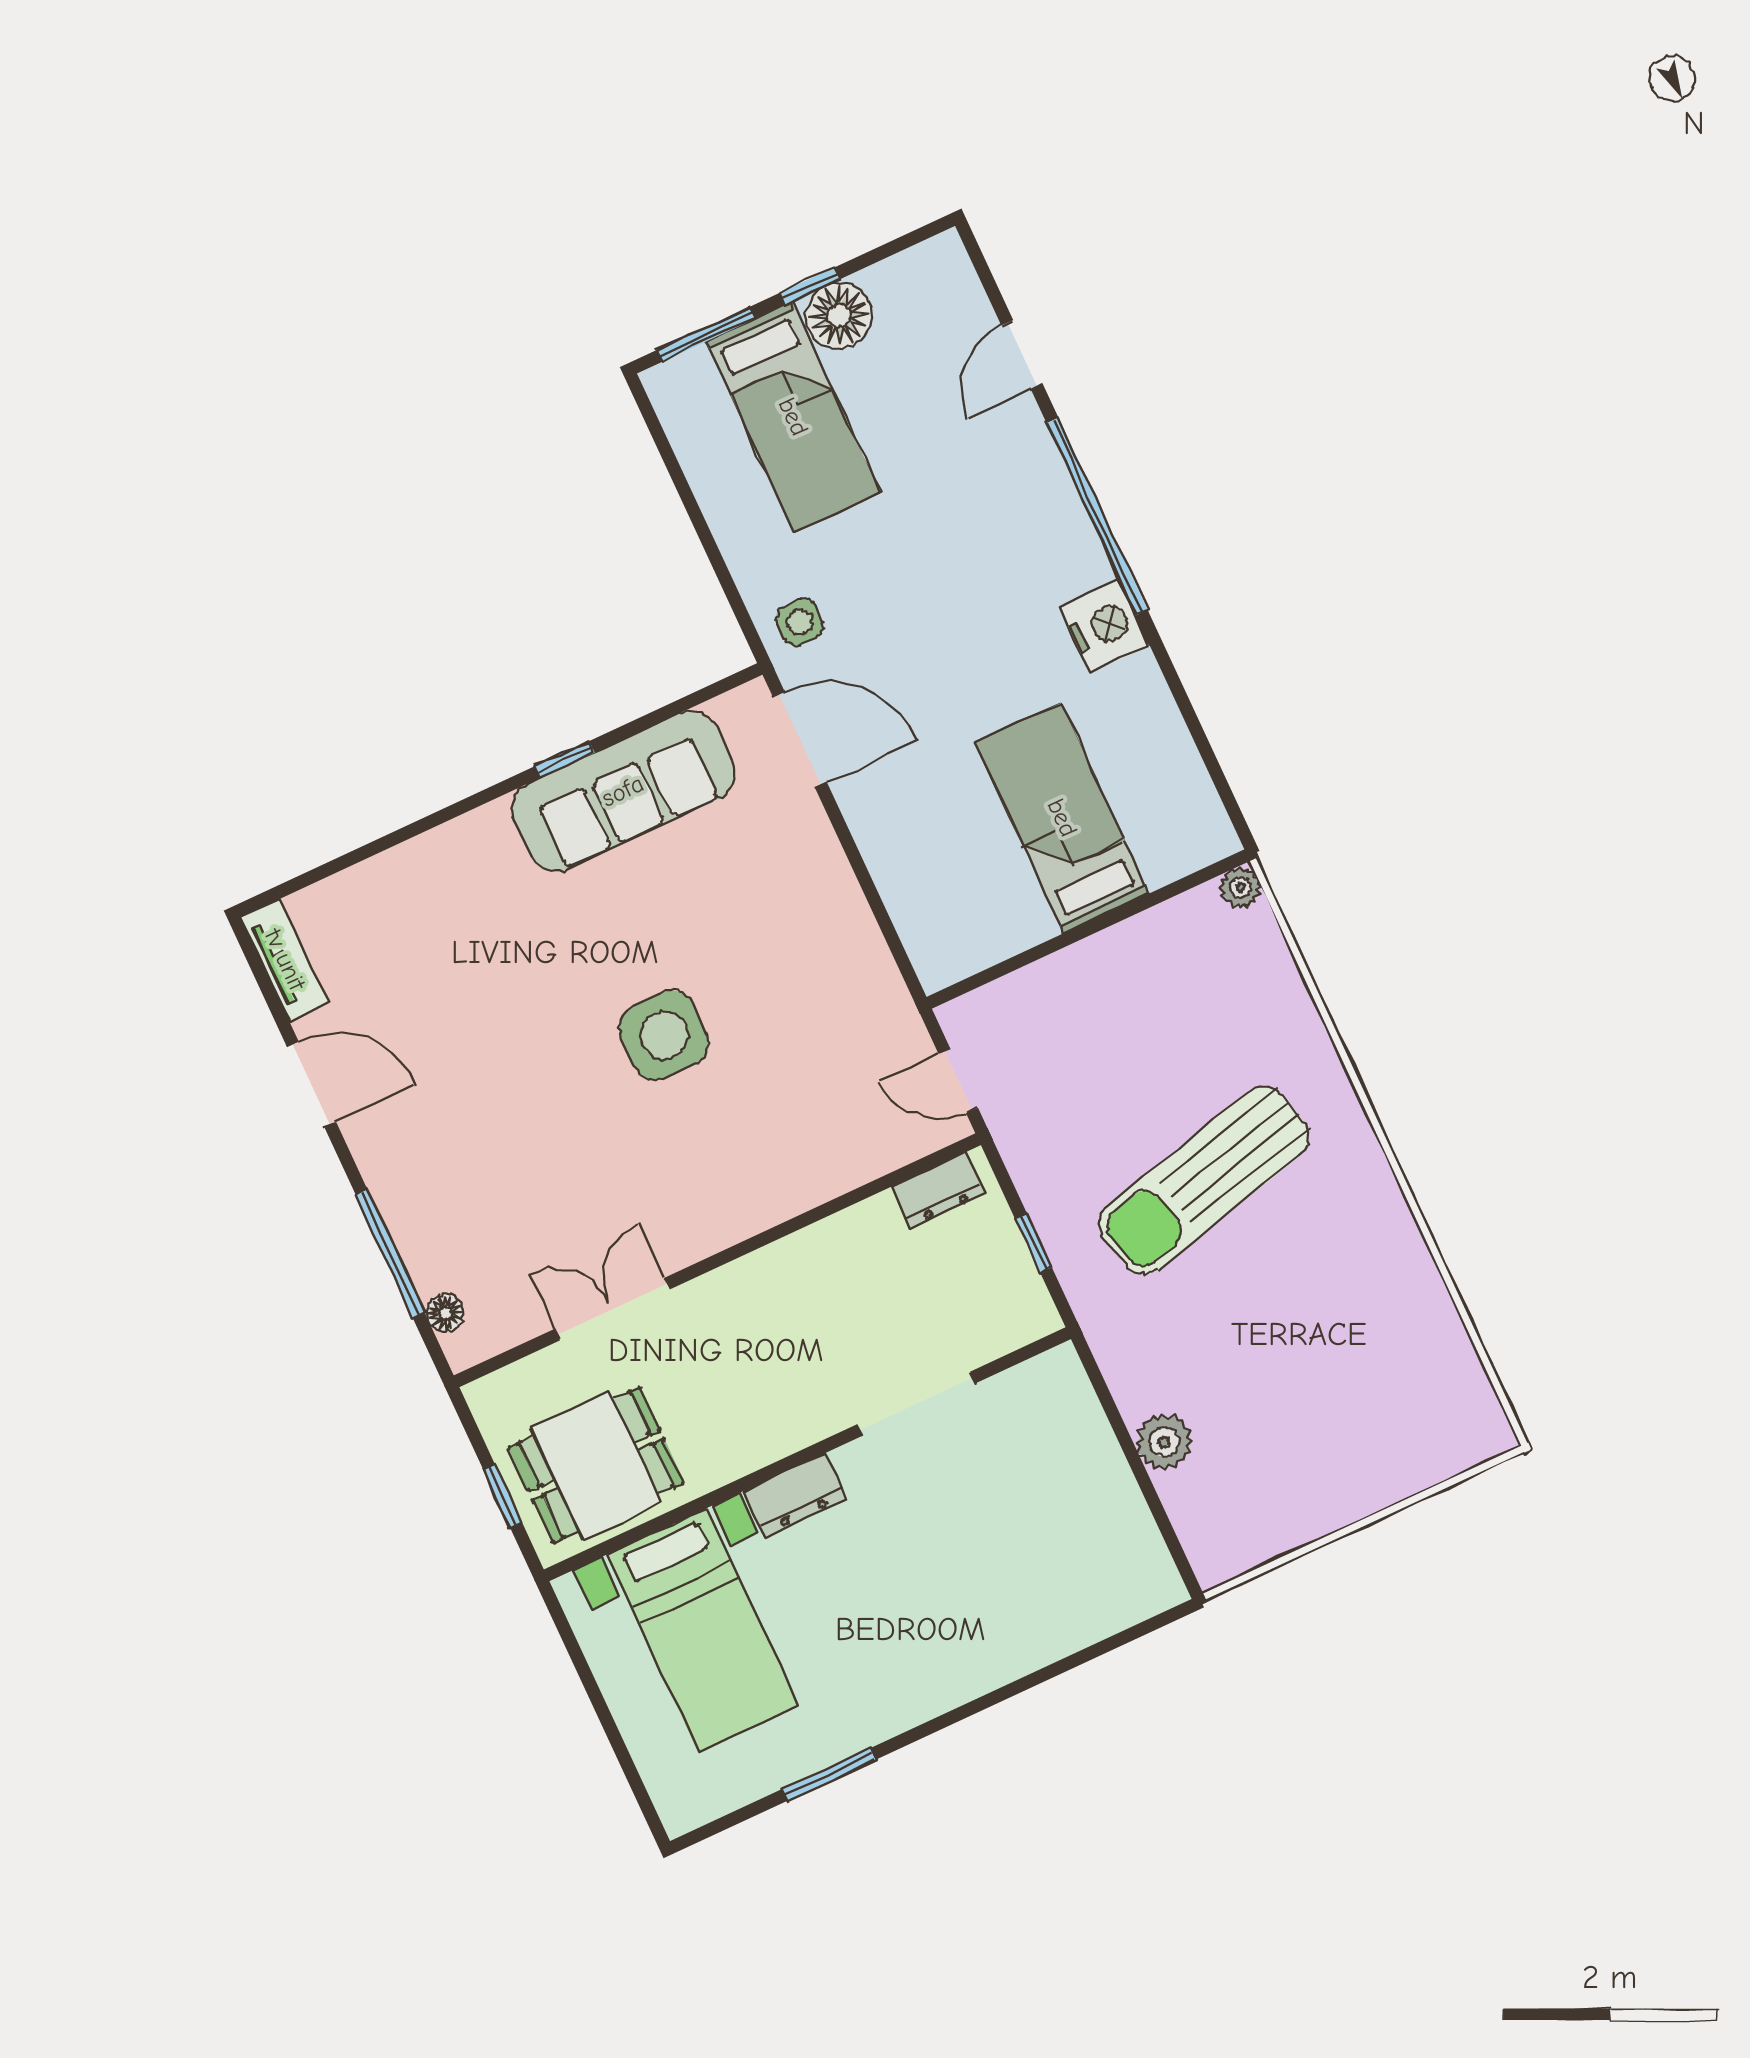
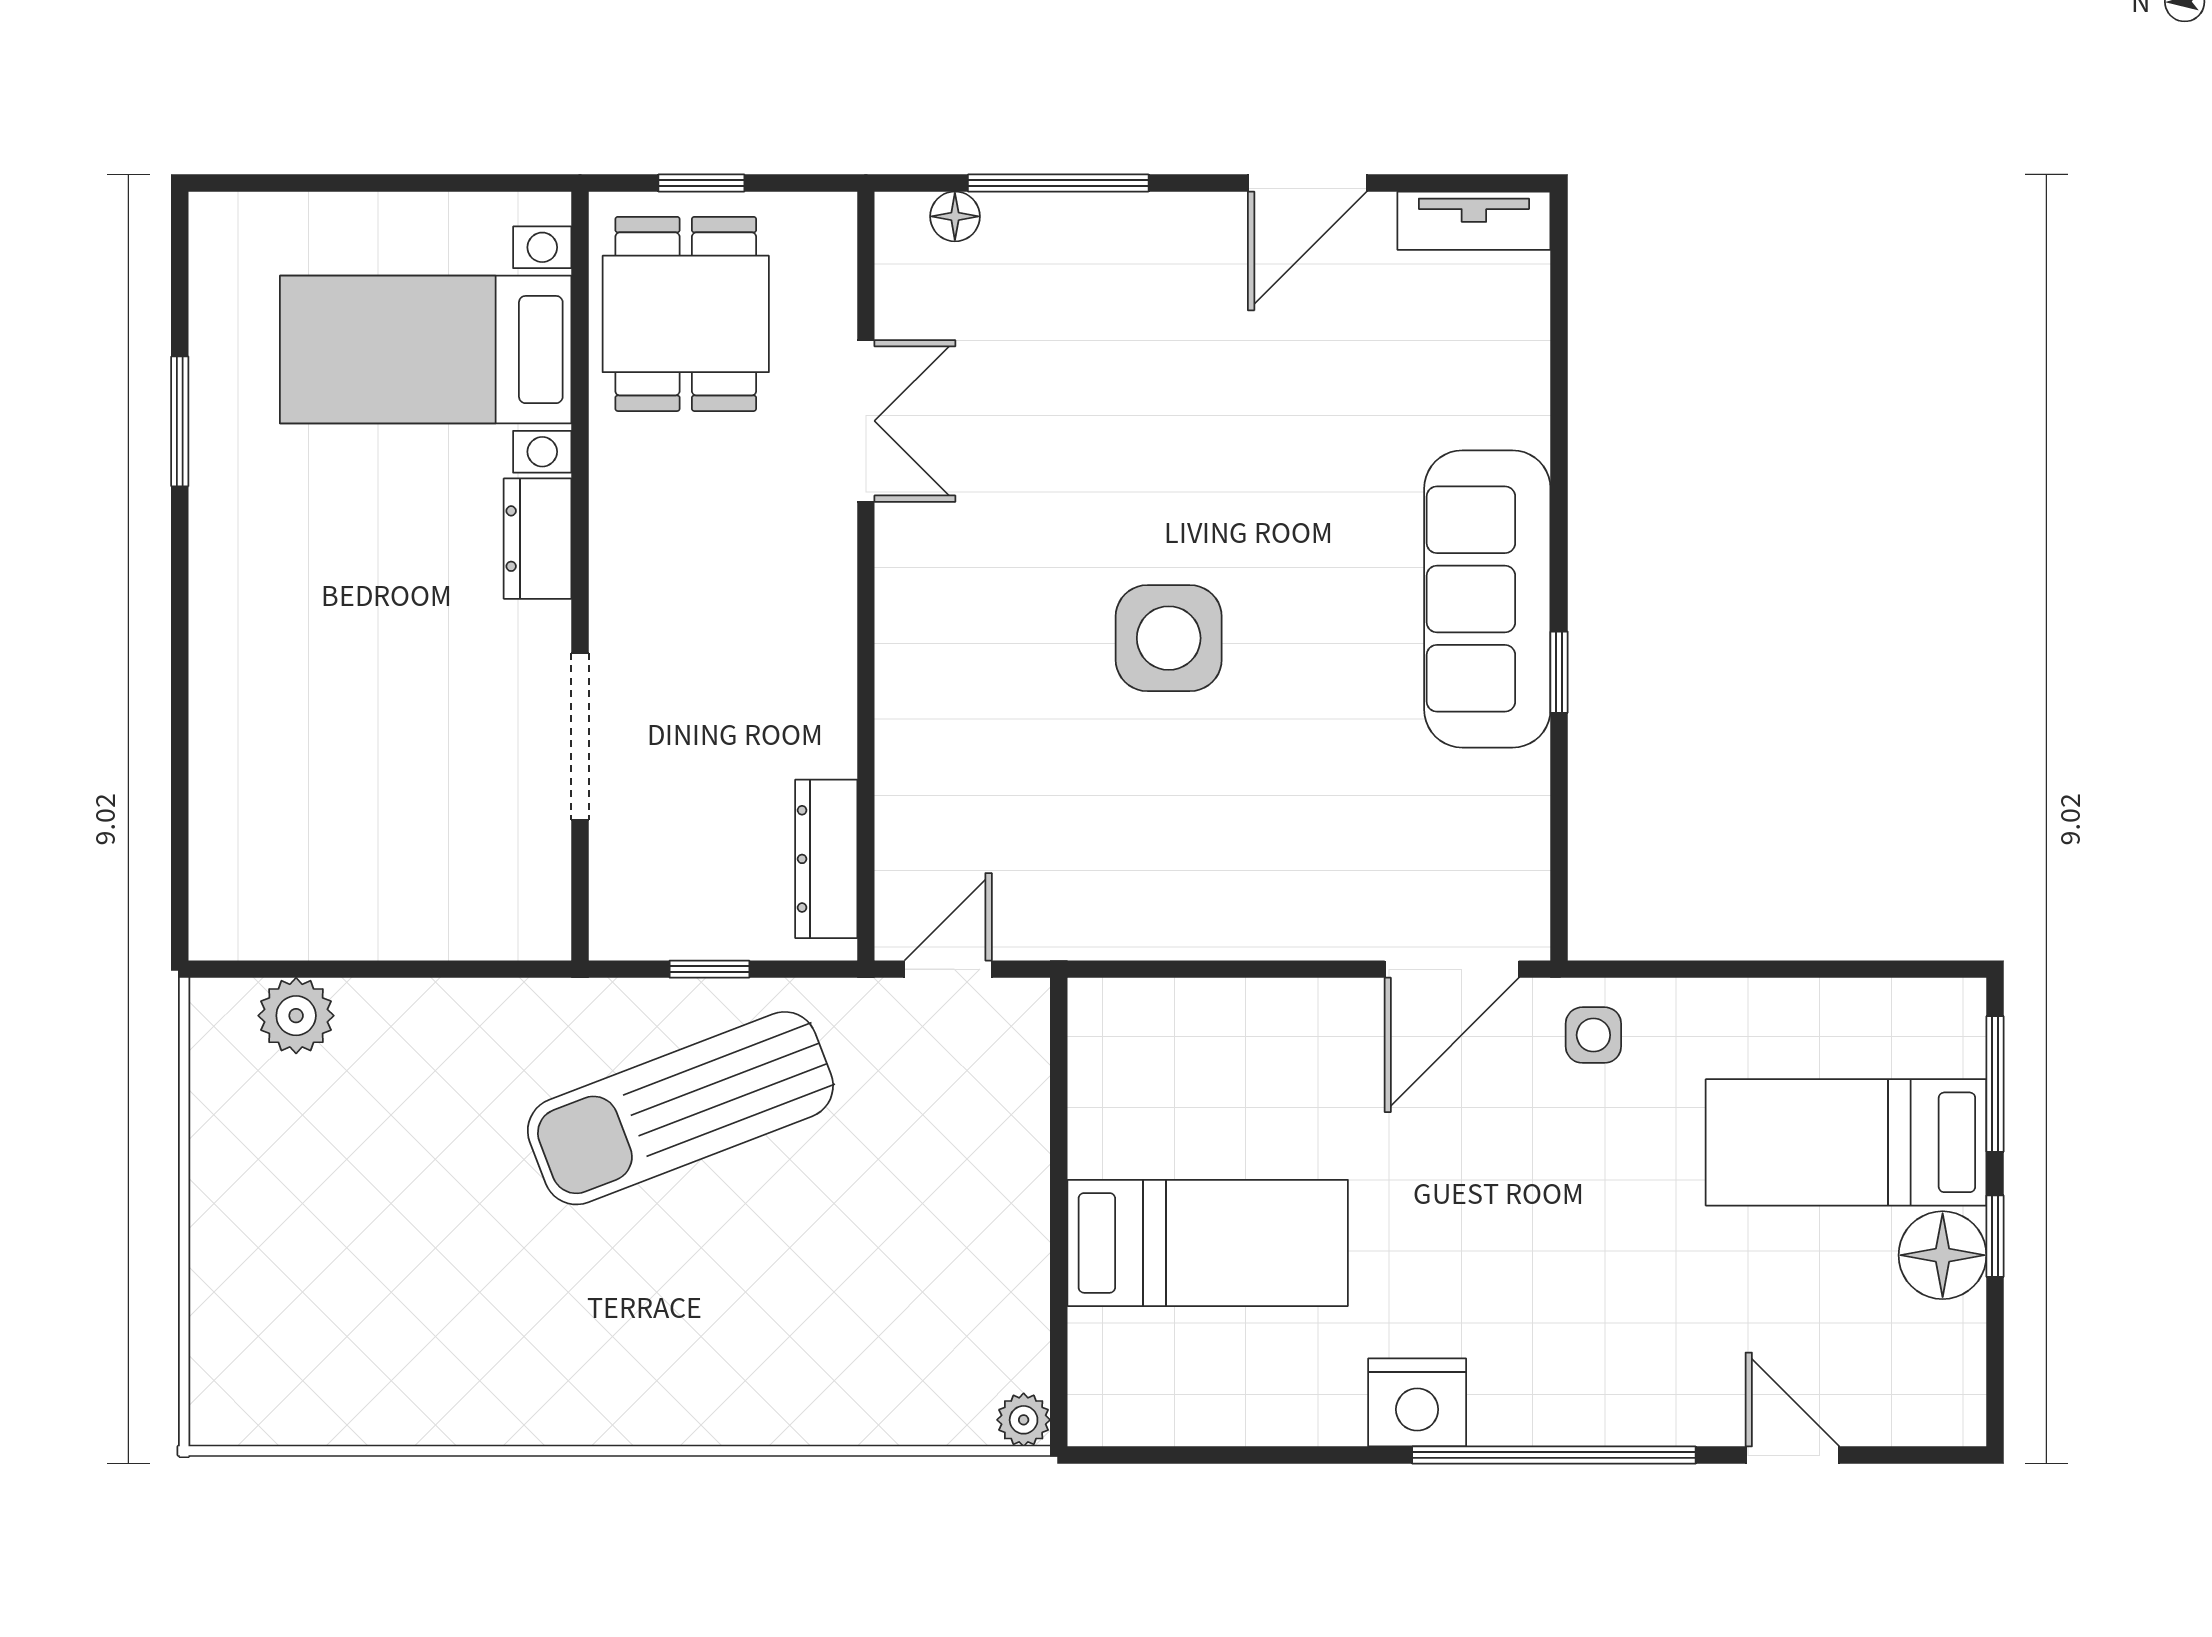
sofa: (623, 791) -> (1487, 599), moved
sun lounger: (1204, 1180) -> (680, 1108), moved, turned -97
dresser: (938, 1190) -> (826, 859), width x1.44
plant: (1164, 1442) -> (296, 1016), moved

